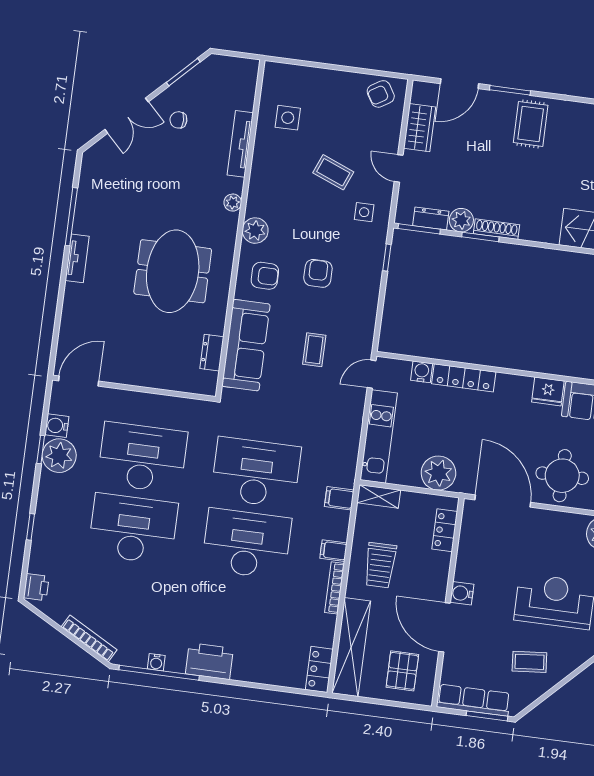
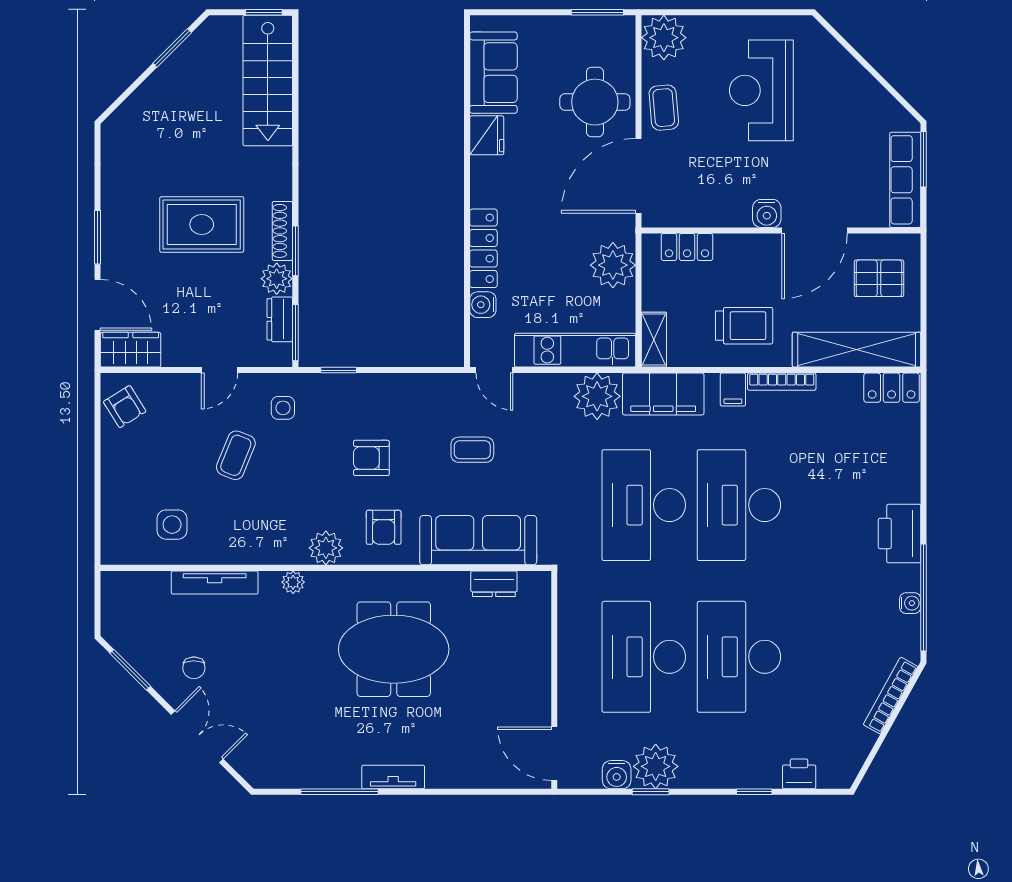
rug: (531, 124) -> (202, 225), moved, width x1.36, depth x1.43
wardrobe: (420, 128) -> (131, 350), moved
armchair: (265, 276) -> (384, 527), turned 180
plant: (342, 448) -> (597, 396), added
filing cabinet: (339, 498) -> (663, 394), width x3.00, depth x1.17
printer: (36, 587) -> (799, 774), moved
coffee table: (529, 662) -> (664, 108), moved

